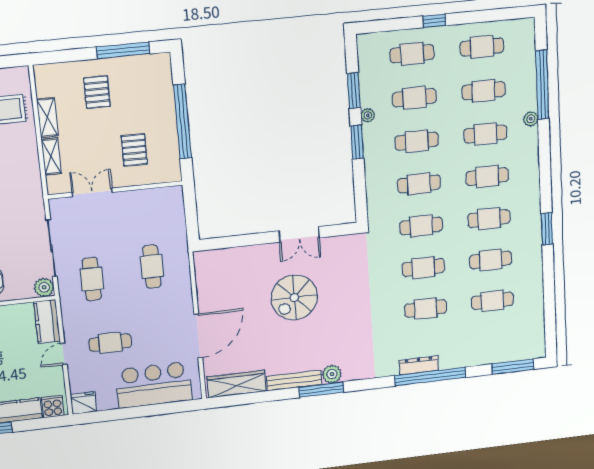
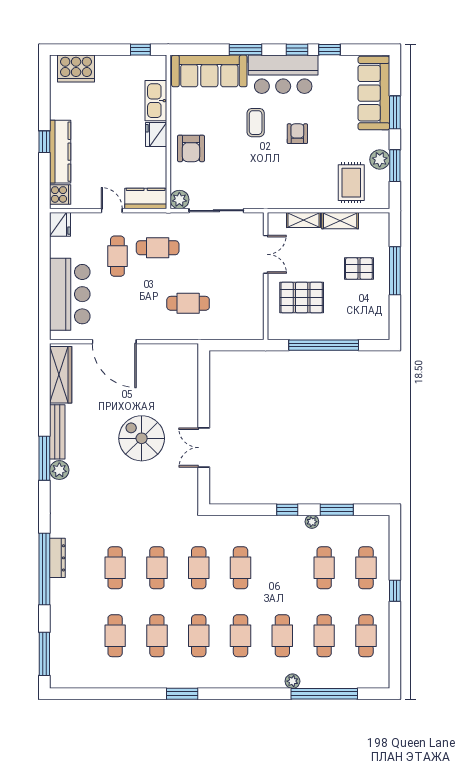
window: (123, 50) -> (395, 271), moved
cafe table: (417, 141) -> (282, 568), removed
window: (357, 142) -> (287, 510), width x0.67
pallet: (134, 150) -> (302, 298), width x1.50, depth x1.42
cafe table: (92, 279) -> (158, 248), moved

